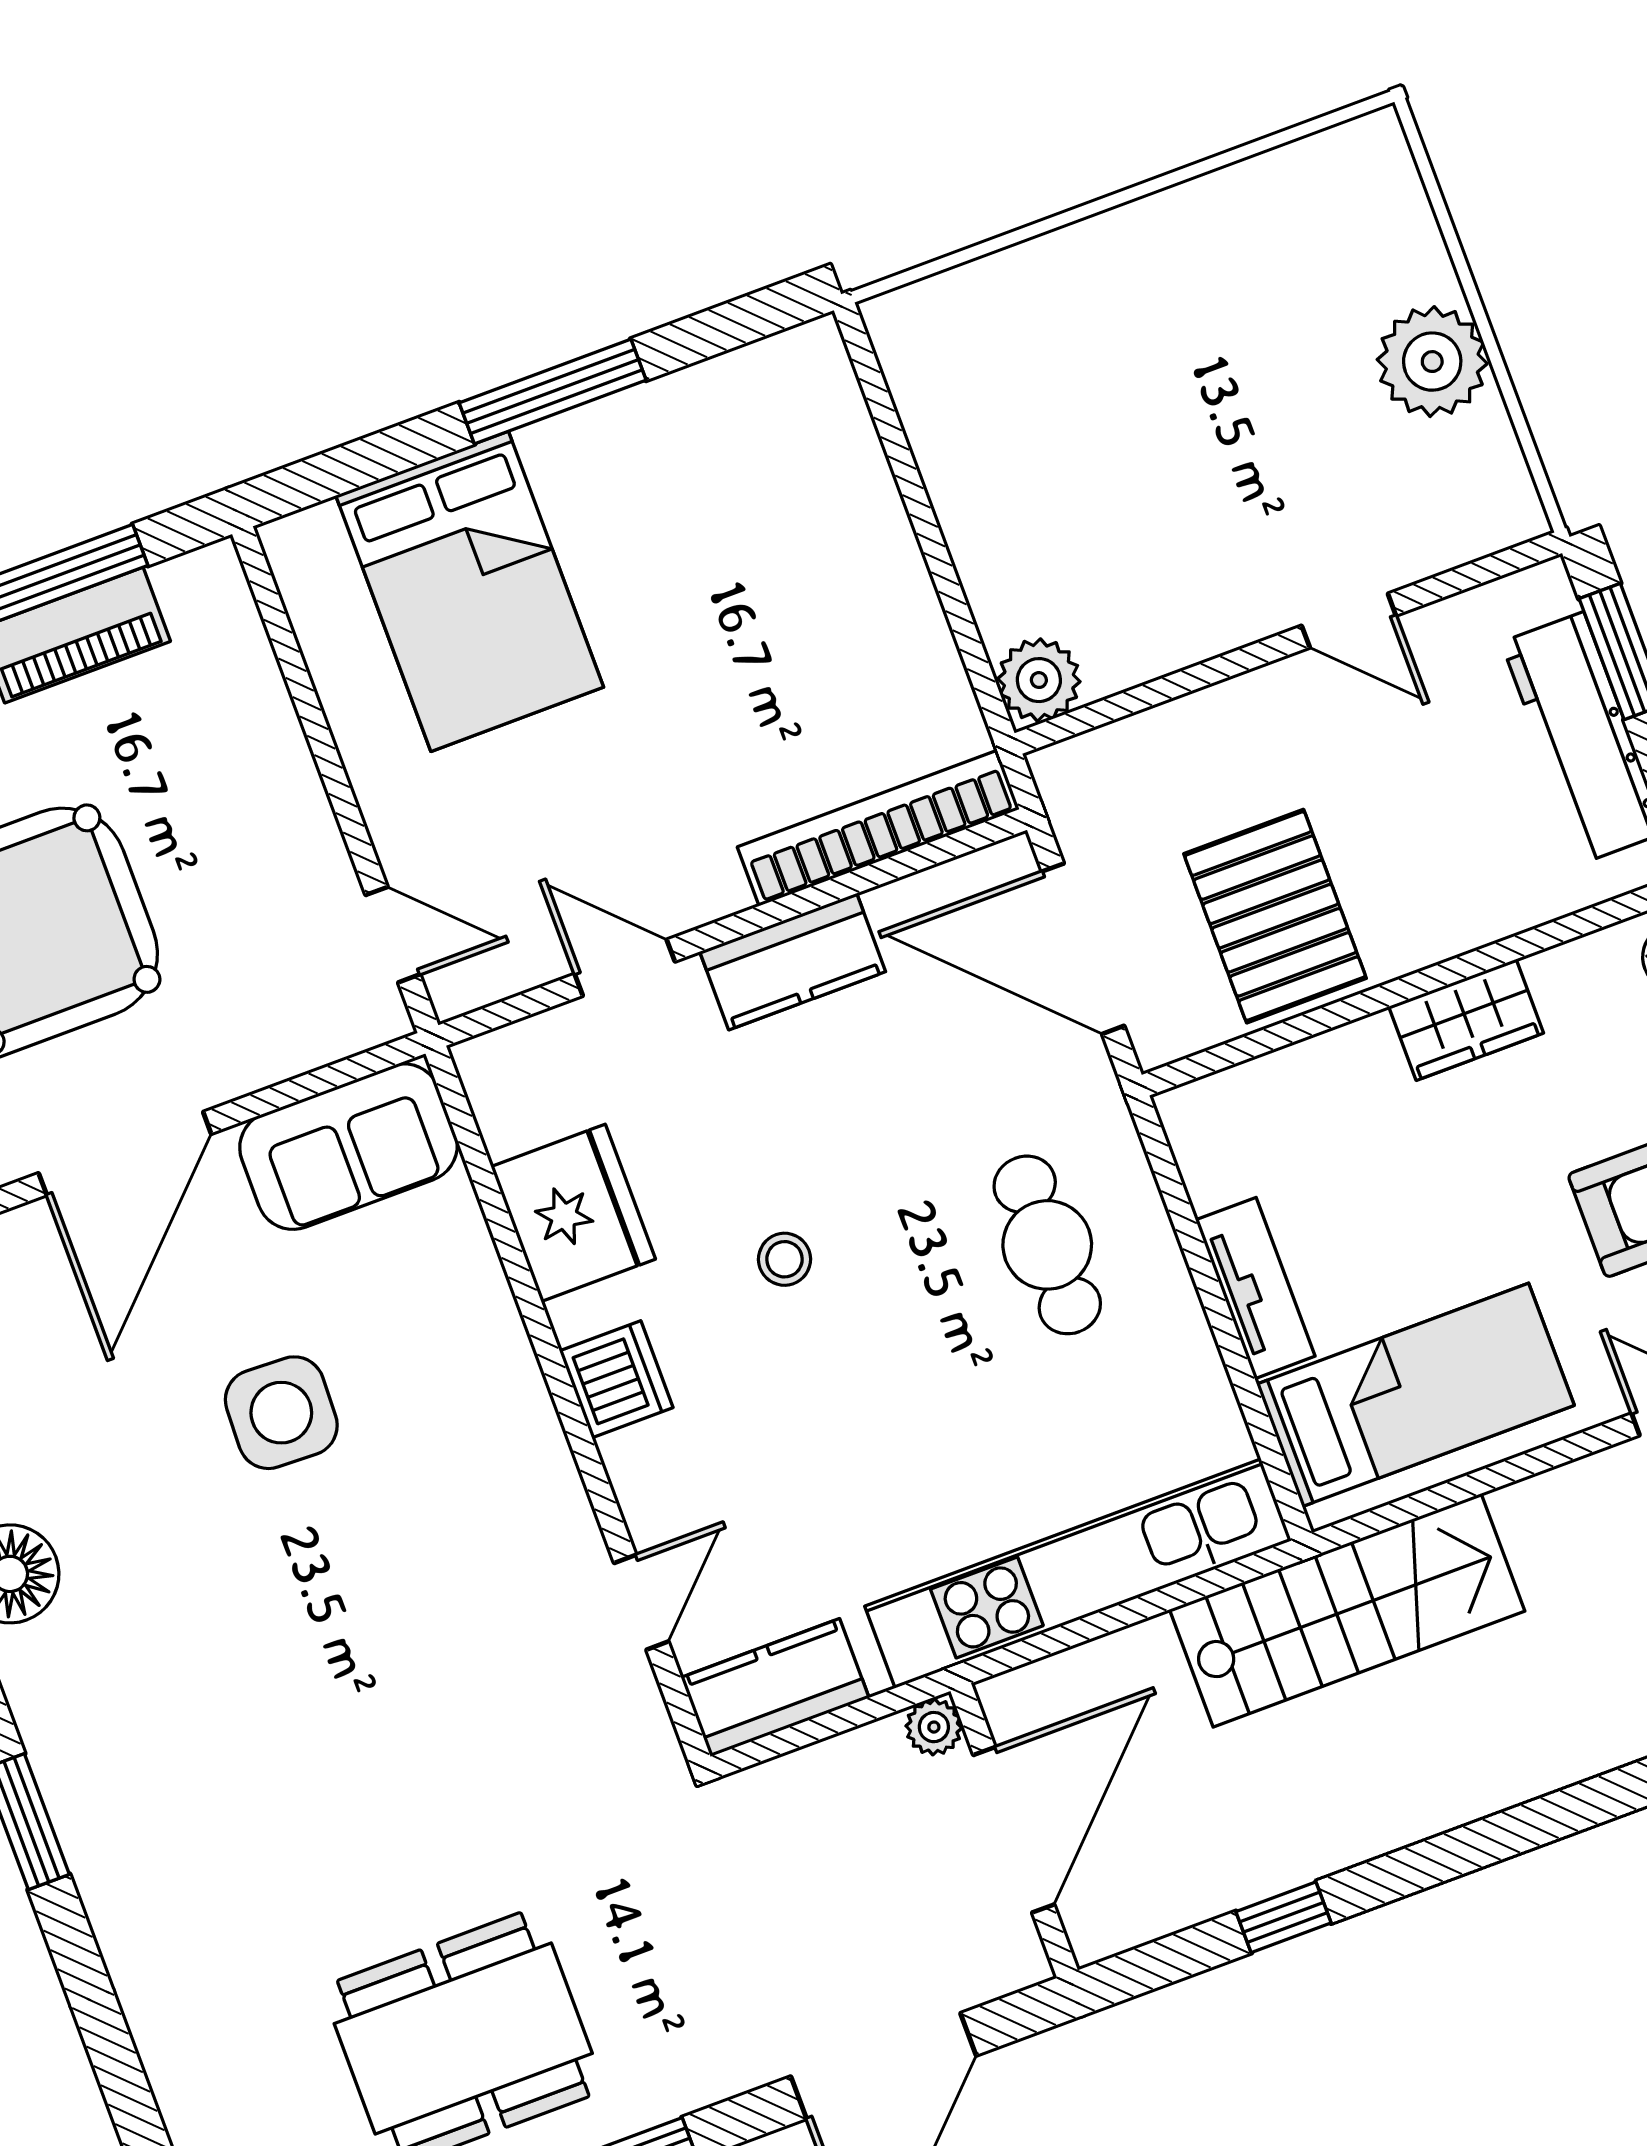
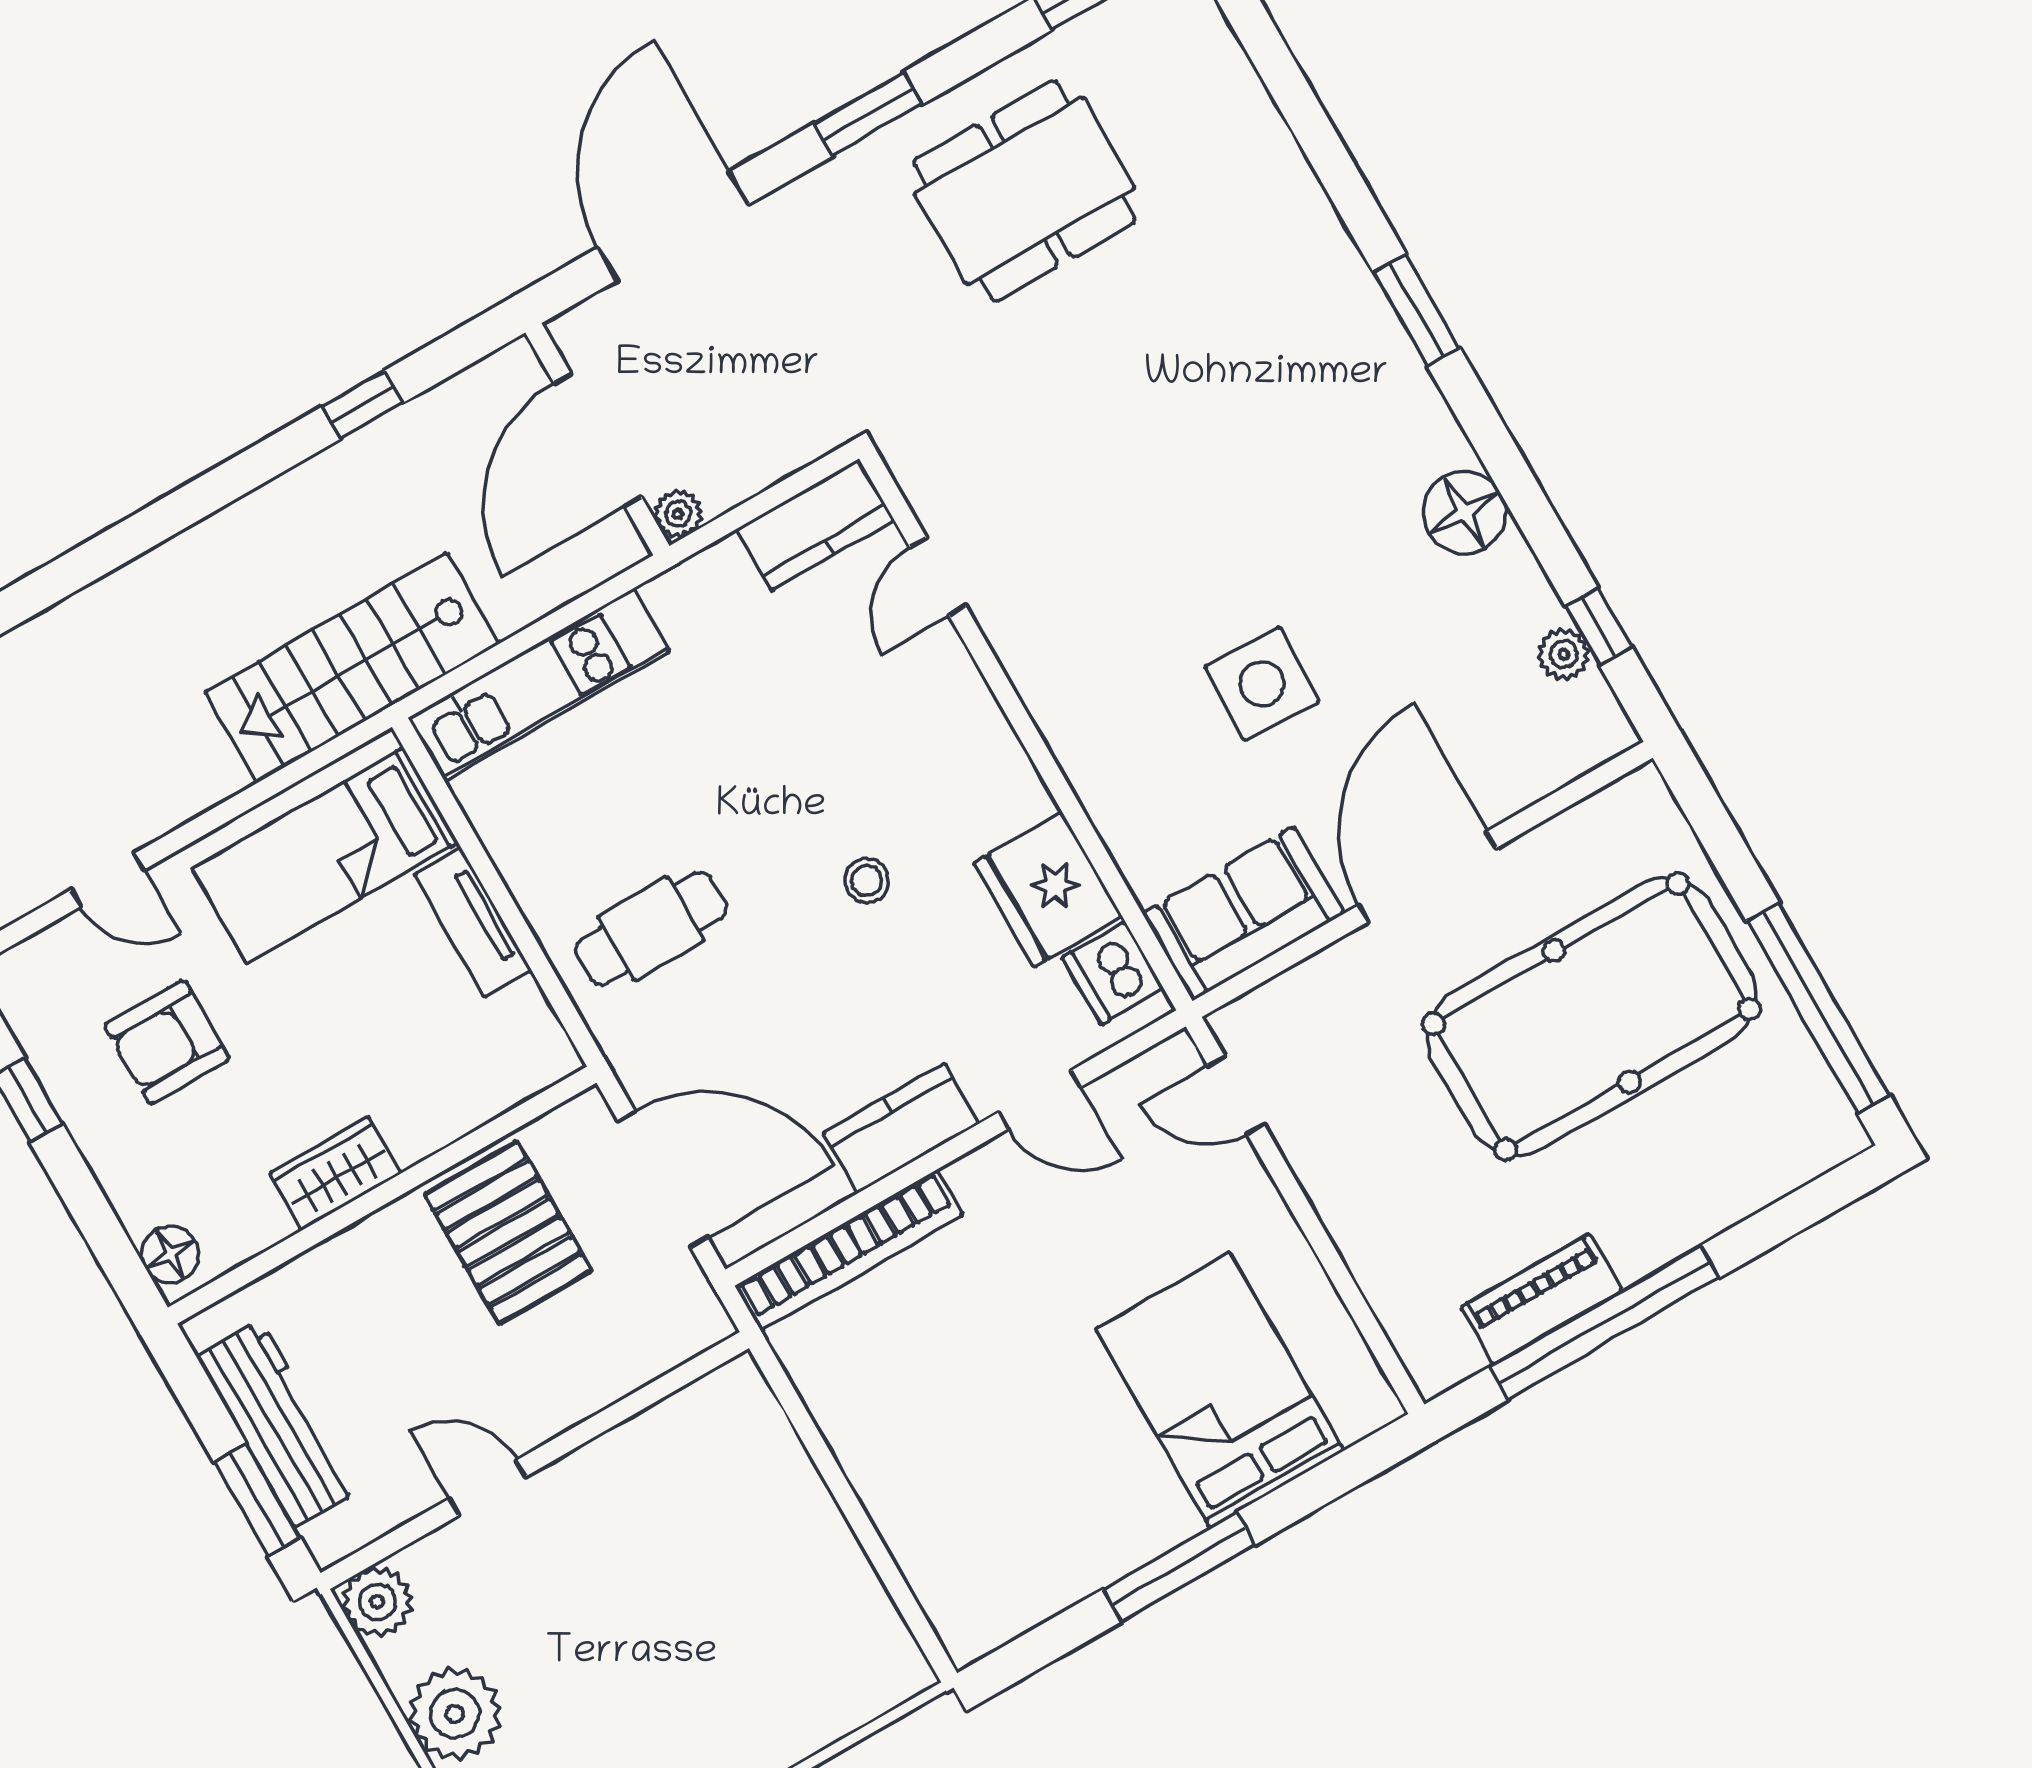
plant: (1039, 680) -> (377, 1602), moved
cafe table: (1047, 1245) -> (651, 929), turned 90
dishwasher: (616, 1379) -> (1113, 973), moved
kitchen unit: (1078, 1573) -> (539, 685), width x0.73

